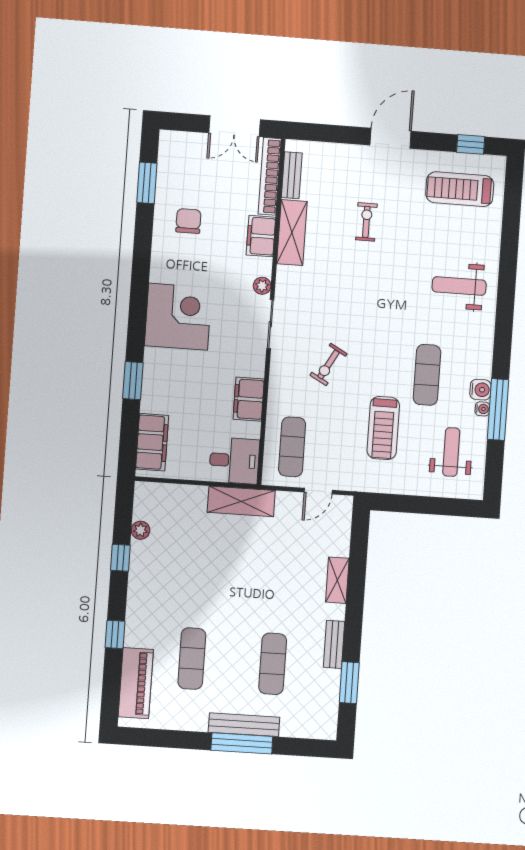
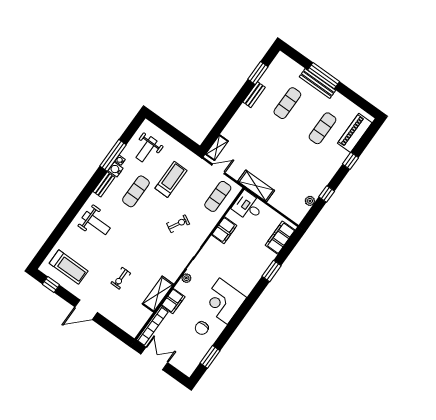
bench: (292, 175) -> (104, 184), moved
corner desk: (178, 317) -> (223, 301), moved
shelving: (337, 580) -> (217, 148), moved

